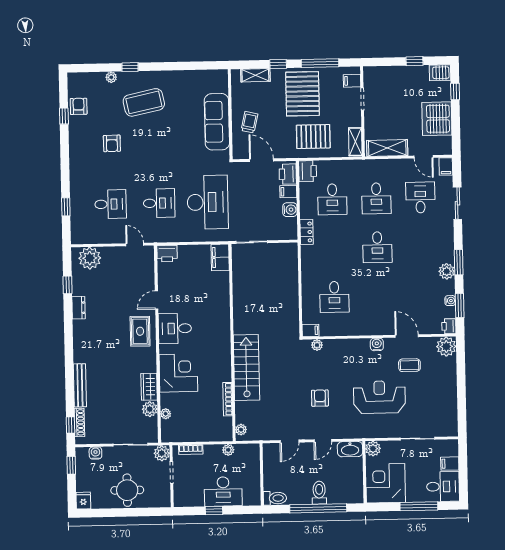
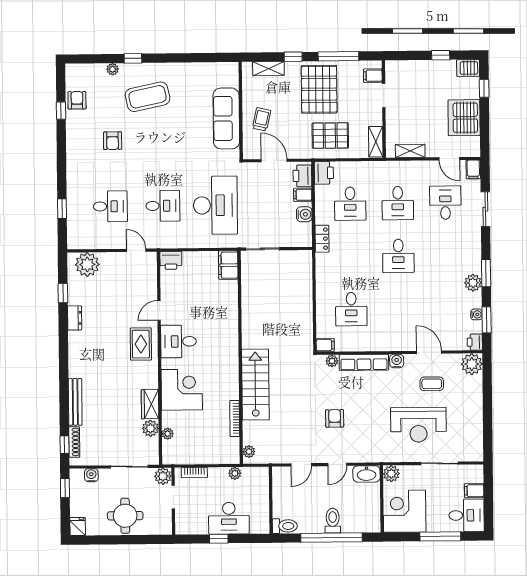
shelving: (387, 148) -> (410, 151), width x0.67, depth x0.75
row of seats: (347, 346) -> (364, 362), added
reception desk: (379, 397) -> (418, 425), moved, turned 180

